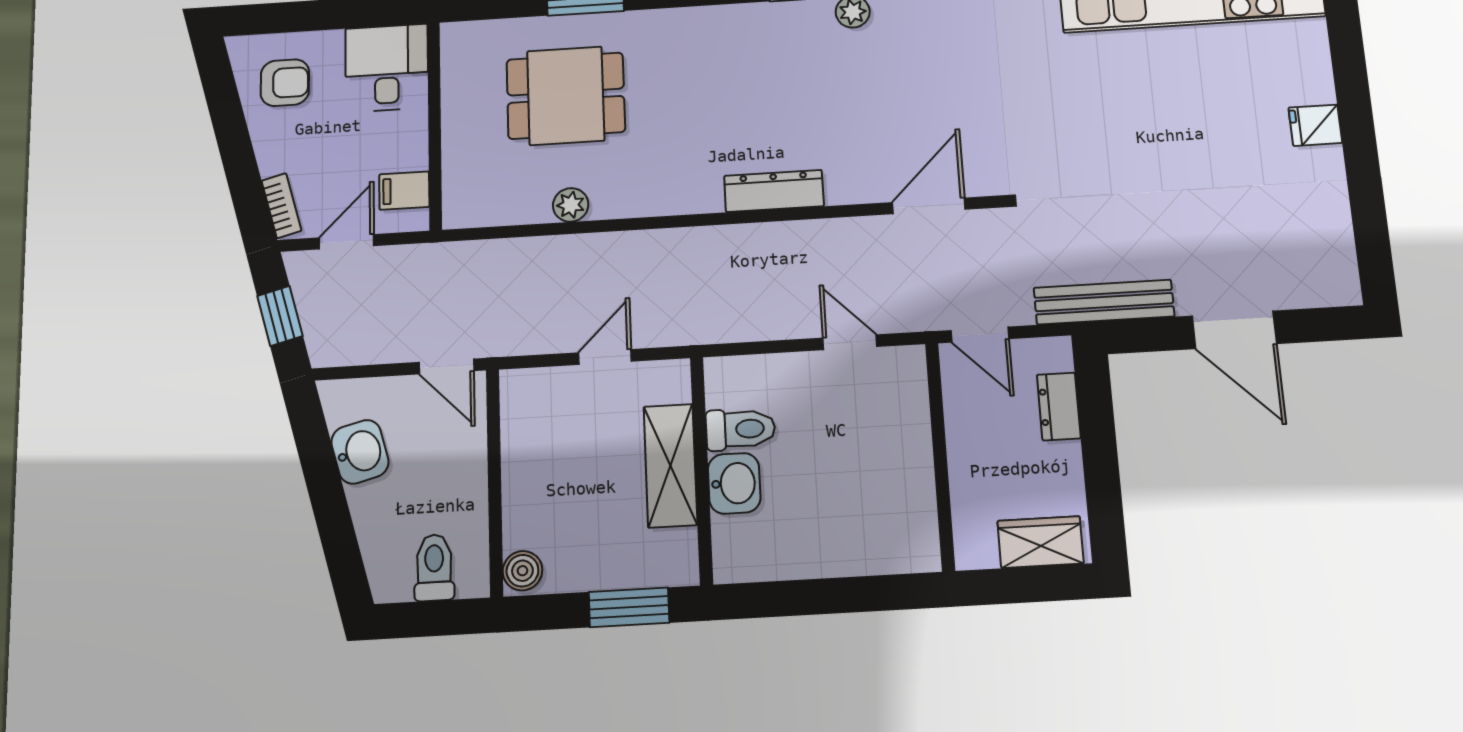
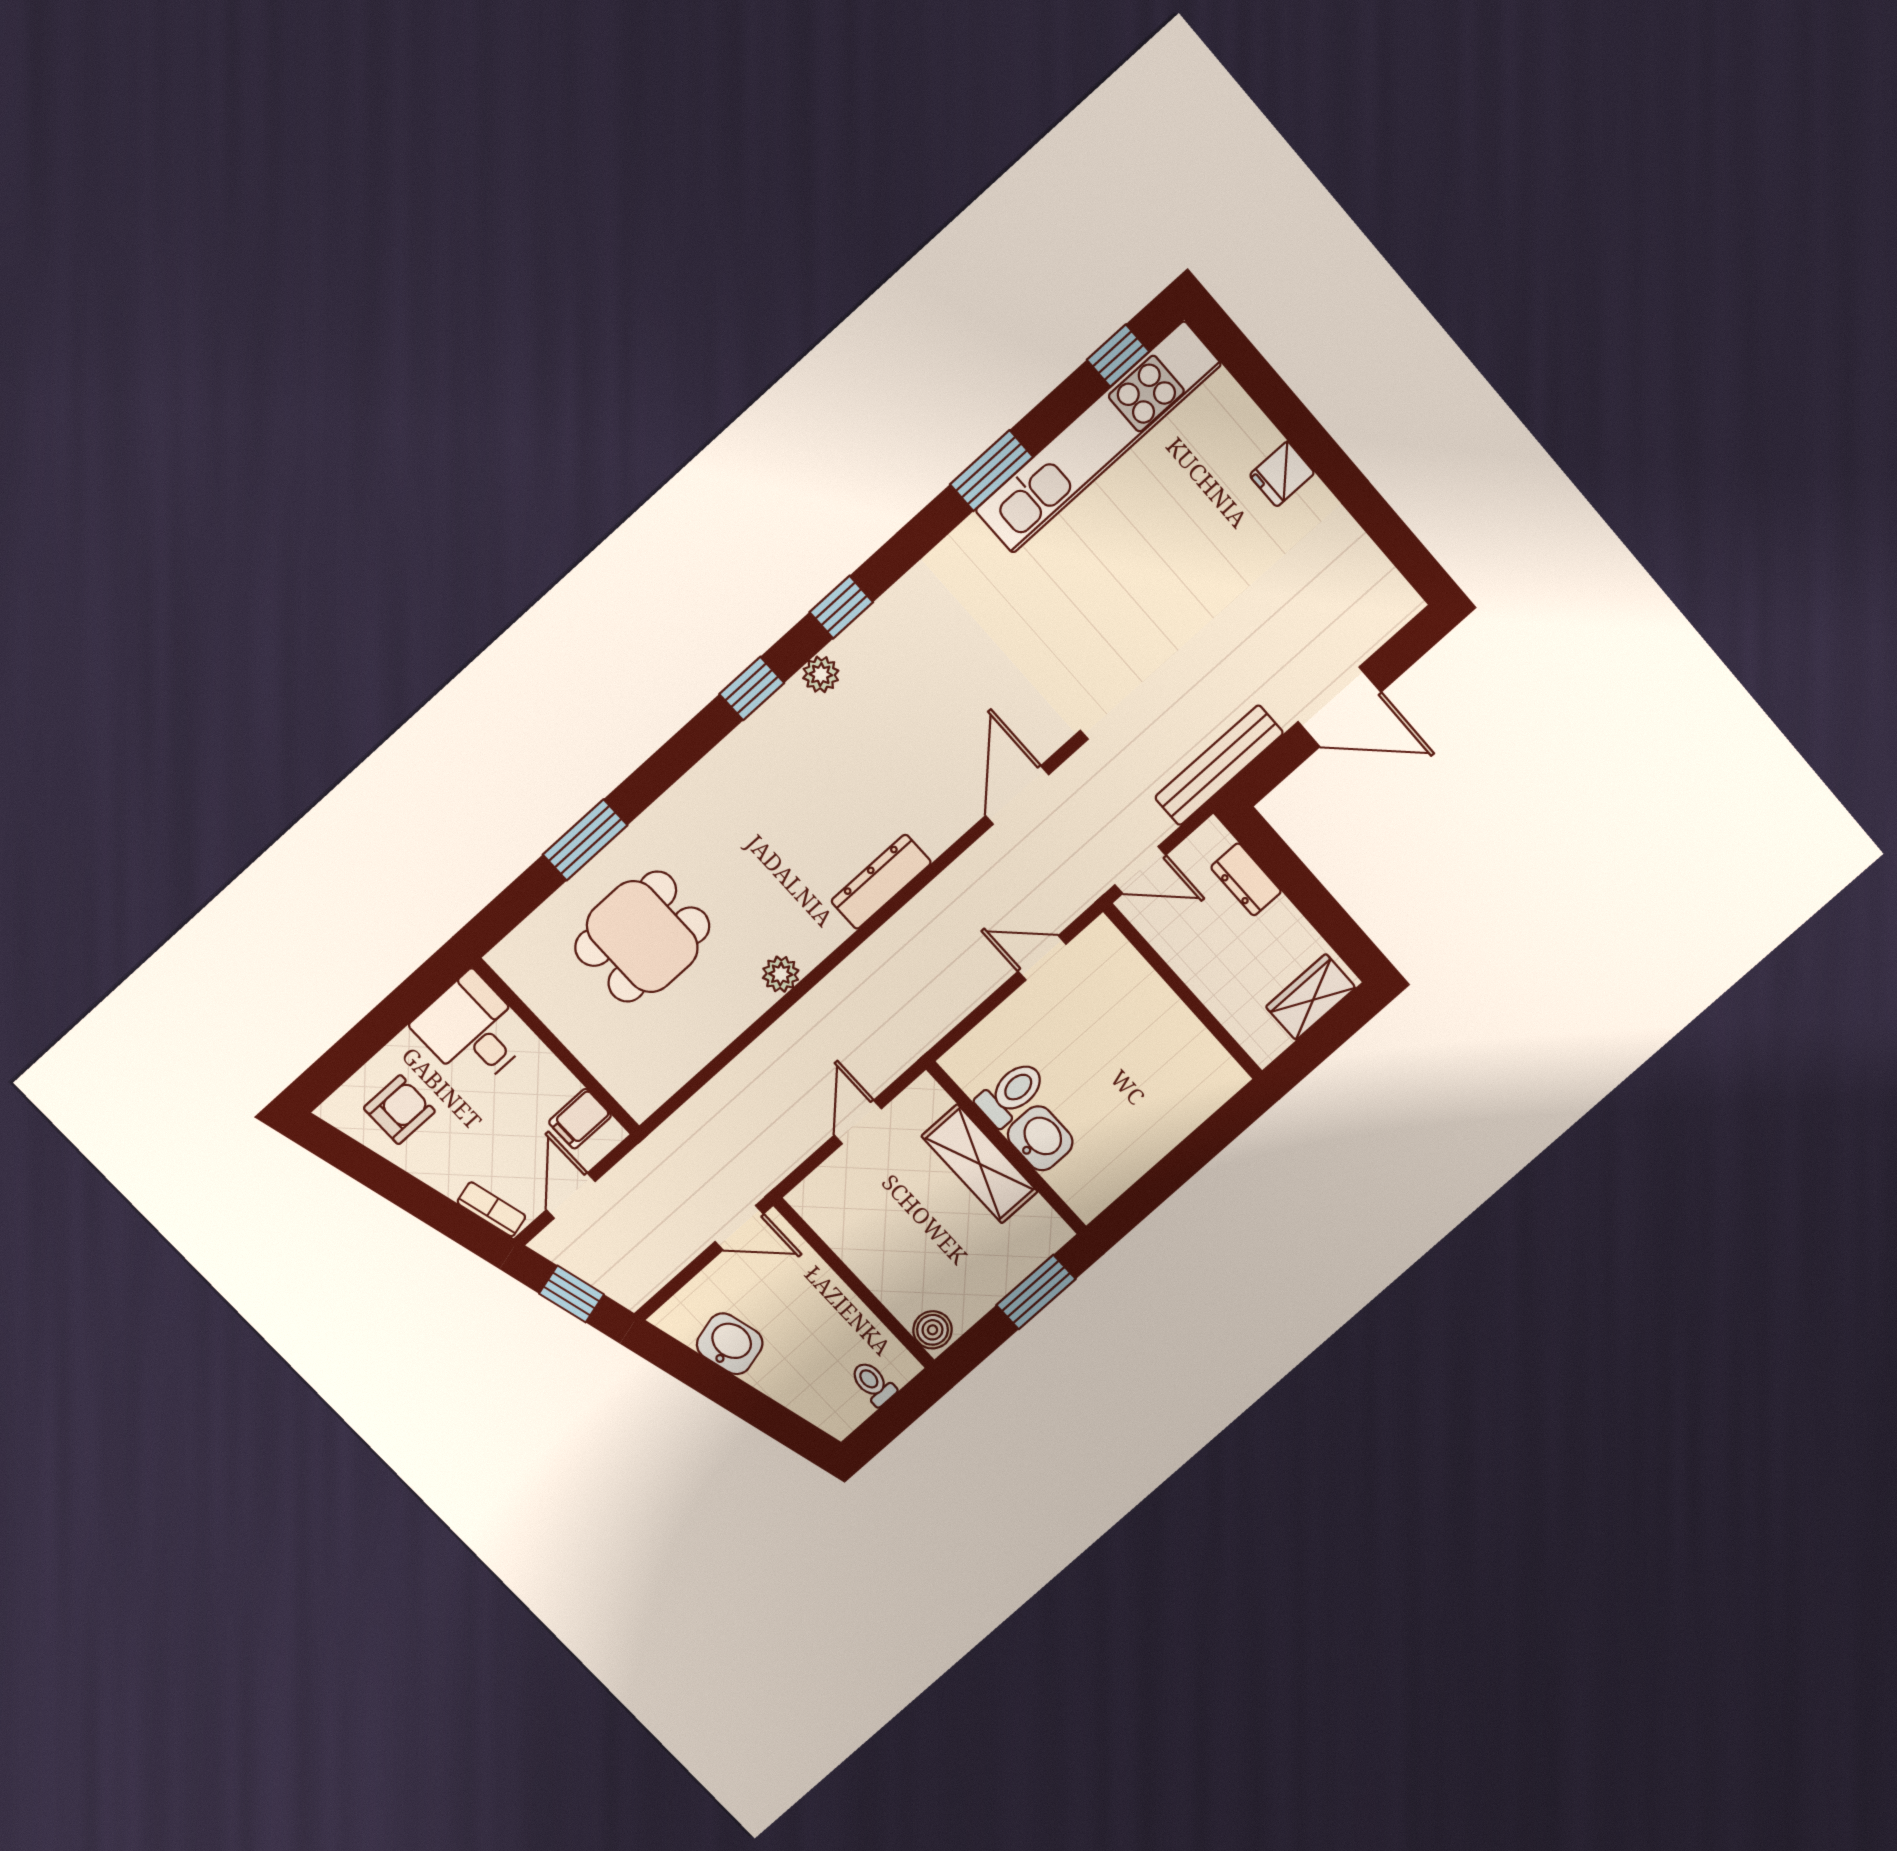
plant: (571, 205) -> (781, 974), moved
toilet: (434, 568) -> (873, 1383), width x0.73, depth x0.72

